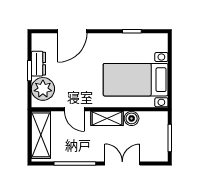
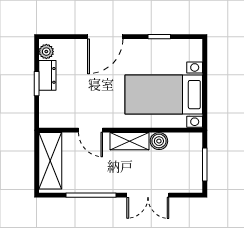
door: (72, 31) -> (105, 37), moved
plant: (43, 89) -> (46, 52), moved, width x0.53, depth x0.53
double door: (122, 163) -> (148, 195), swing flipped

